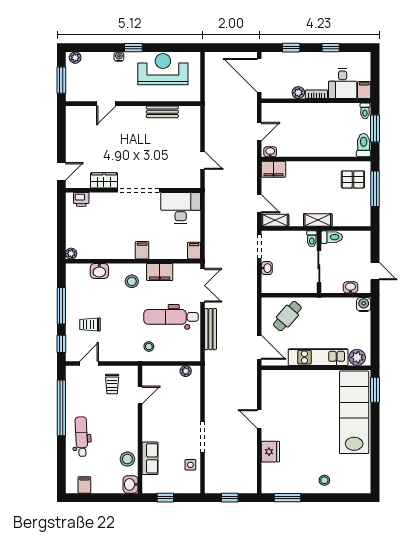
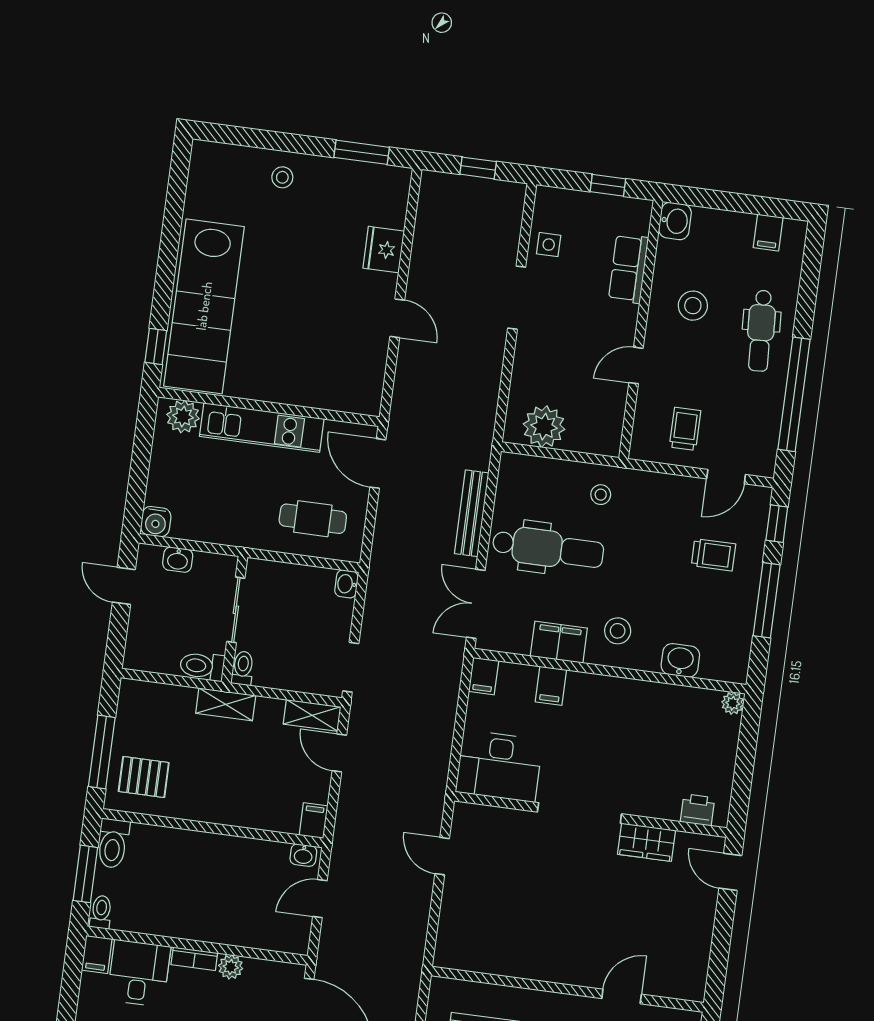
bench: (162, 112) -> (510, 965), removed
filing cabinet: (274, 169) -> (313, 821), width x0.50
door: (61, 171) -> (730, 872), hinge flipped
filing cabinet: (142, 250) -> (551, 686), moved
washbasin: (267, 268) -> (346, 584), moved
cafe table: (287, 316) -> (313, 519), turned 49
plant: (186, 371) -> (544, 427), width x1.88, depth x1.88
window: (375, 390) -> (156, 346), width x0.67
door: (140, 395) -> (636, 365), moved
stool: (127, 459) -> (693, 306), moved

